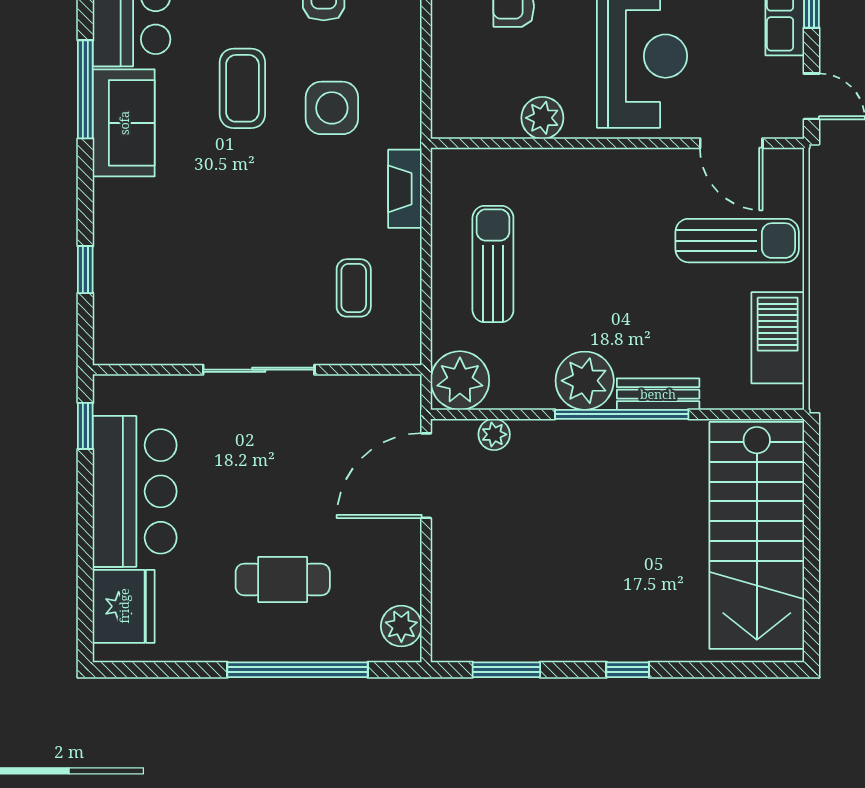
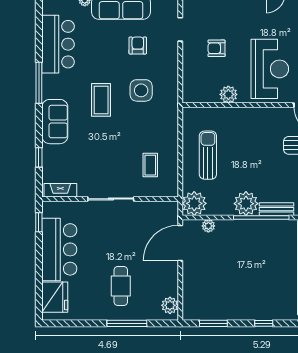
coffee table: (242, 88) -> (101, 100), moved
sofa: (124, 123) -> (55, 122), moved
fireplace: (405, 189) -> (60, 190), moved, turned 90
cafe table: (283, 580) -> (121, 286), turned 90
window: (298, 670) -> (127, 323), width x0.68

